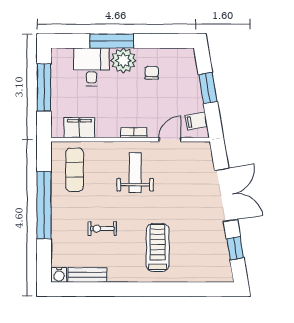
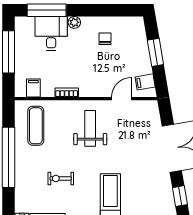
window: (112, 41) -> (47, 10), moved
plant: (123, 60) -> (74, 22), width x0.53, depth x0.53
filing cabinet: (79, 128) -> (33, 88), width x0.50
bookcase: (134, 133) -> (67, 92), moved

